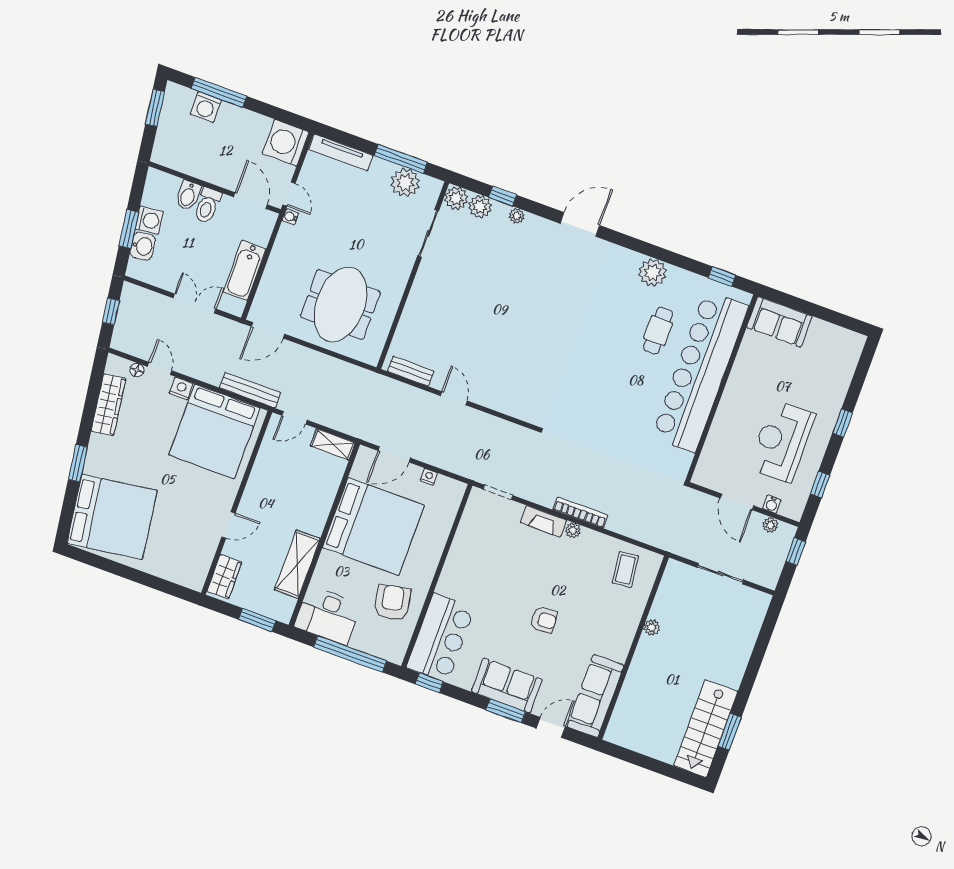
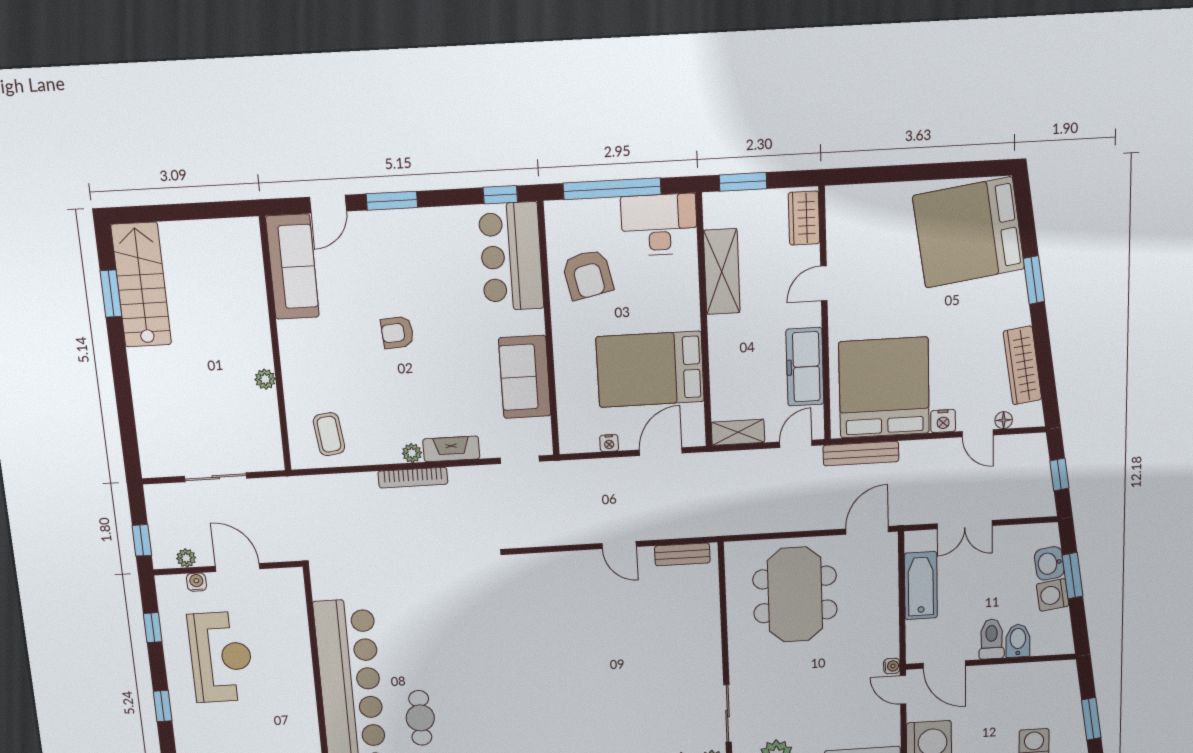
freezer: (266, 471) -> (805, 367), added
bed: (373, 526) -> (650, 369), width x0.73
sofa: (507, 685) -> (525, 377), moved, turned 90

